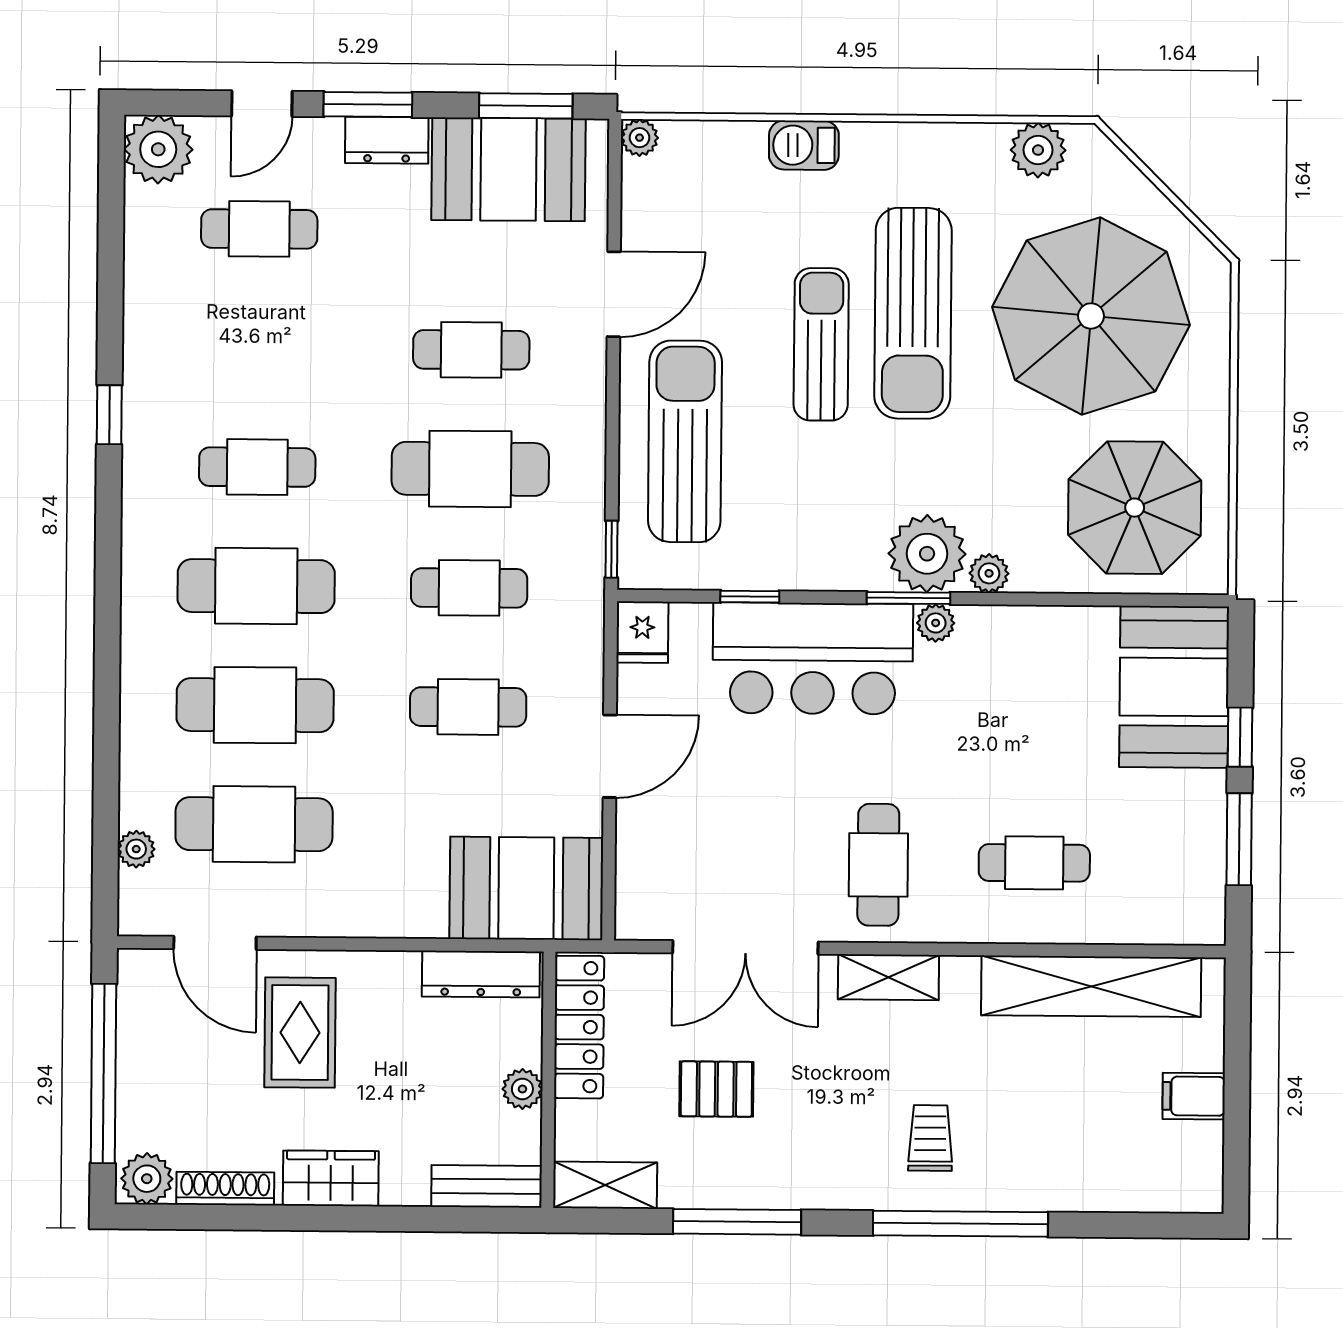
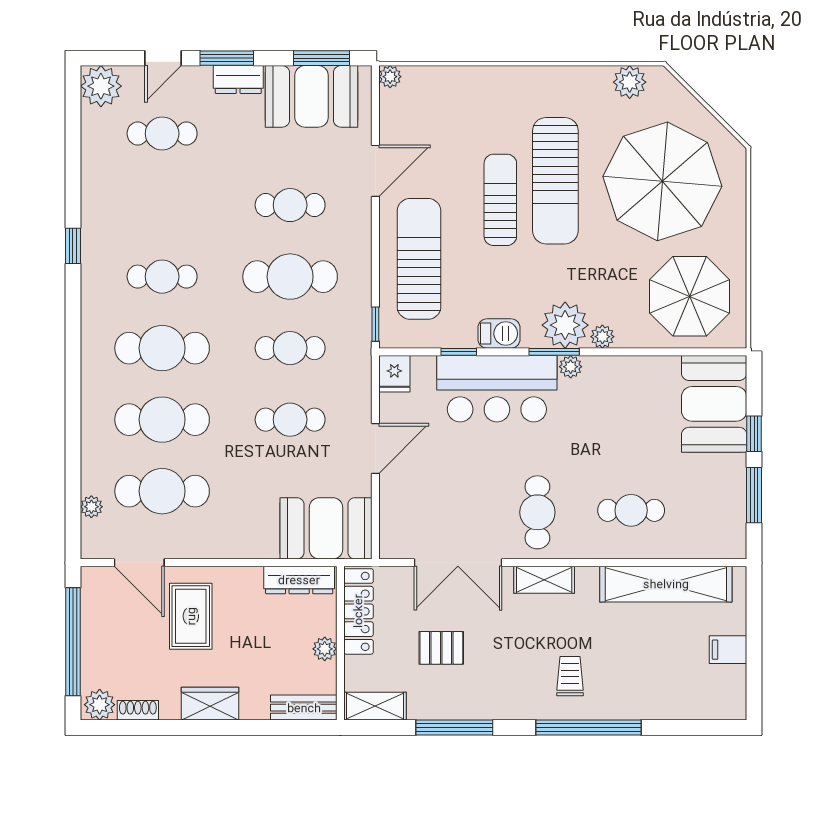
barbecue: (804, 145) -> (499, 334), moved, turned 180
shoe rack: (225, 1189) -> (138, 710), width x0.70

